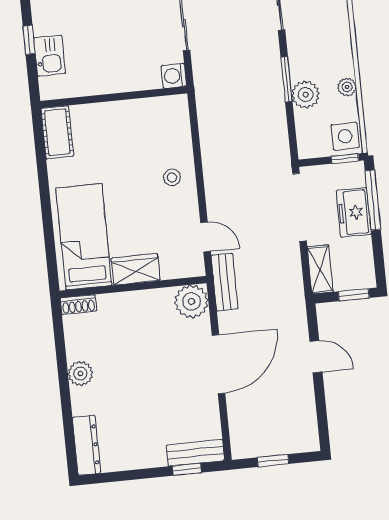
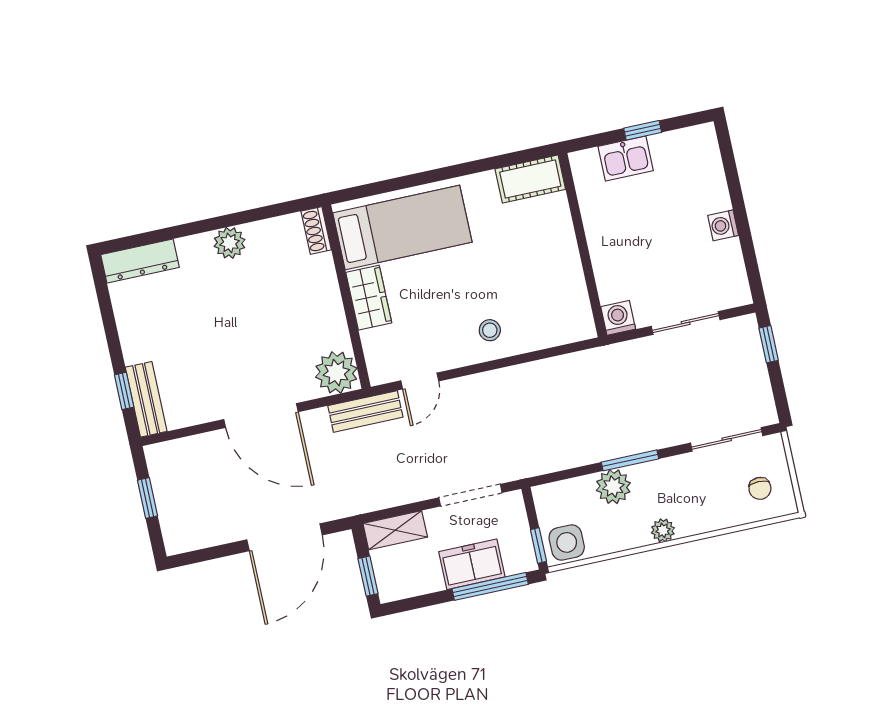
plant: (347, 87) -> (663, 530), moved
doorway: (300, 207) -> (470, 495), width x0.73
door: (316, 357) -> (285, 537), width x1.87

